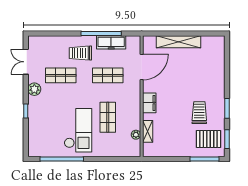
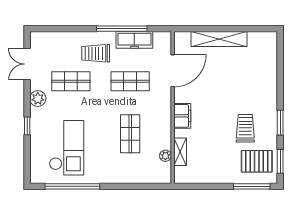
checkout: (78, 130) -> (67, 148), moved

